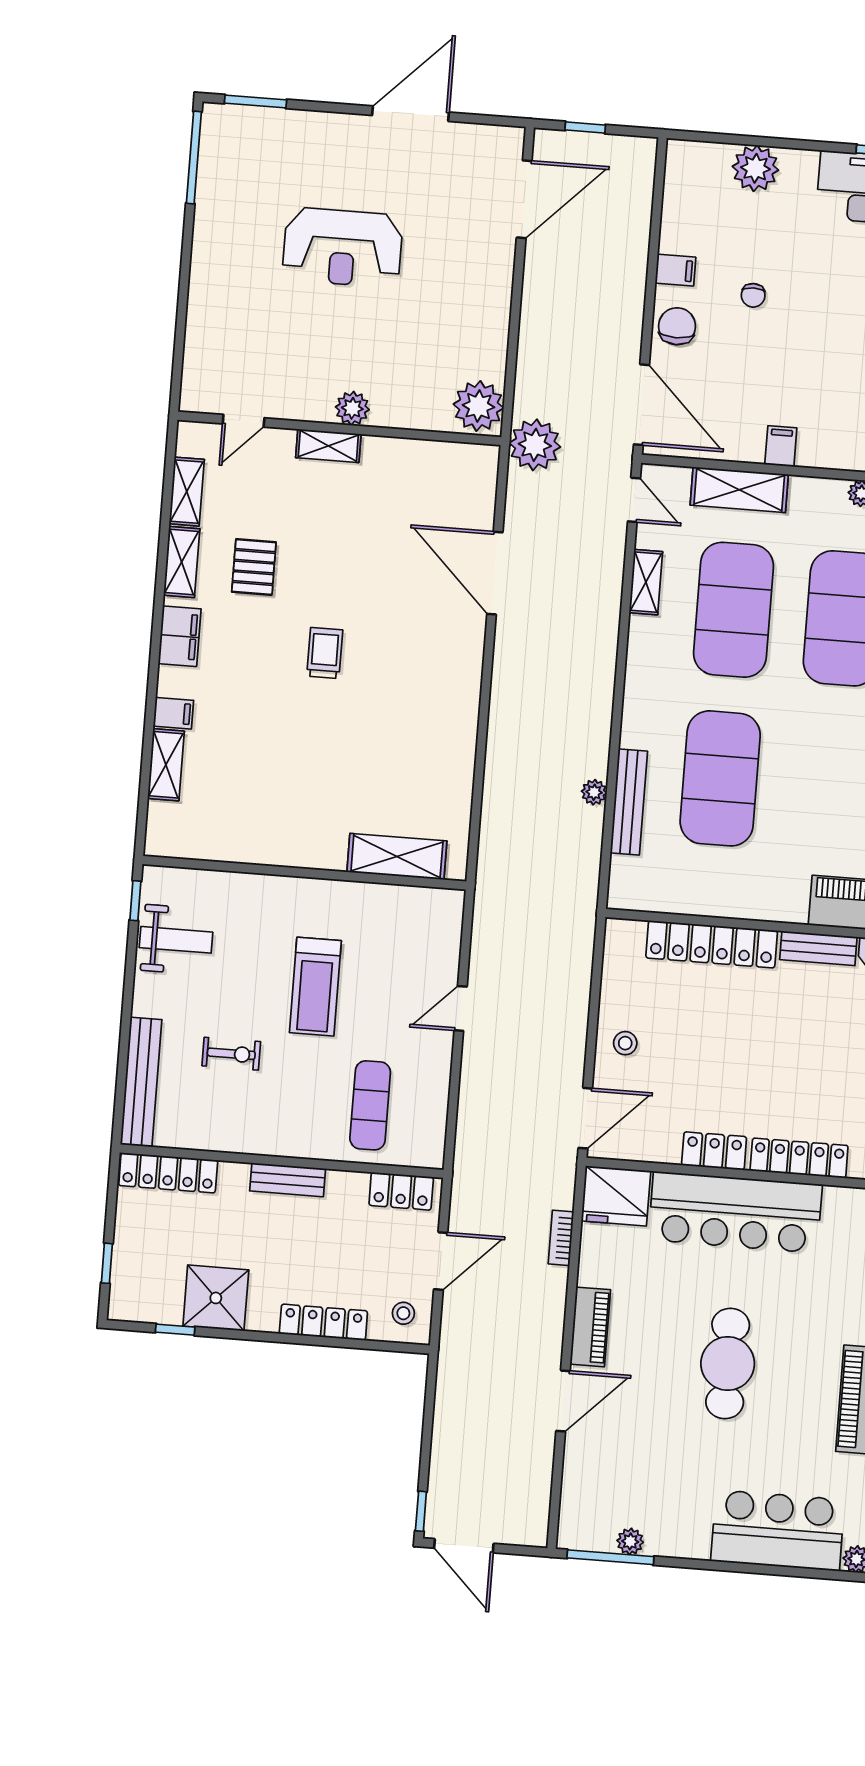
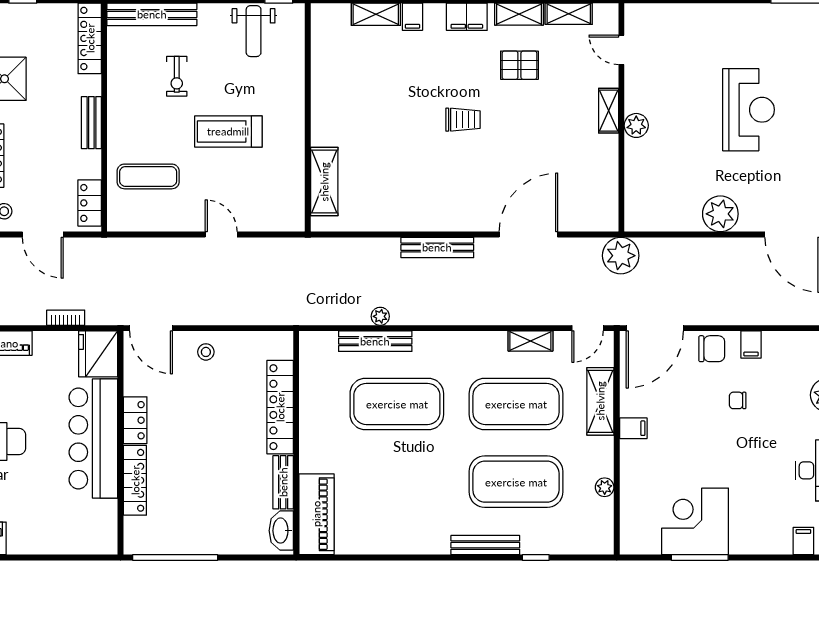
reception desk: (343, 247) -> (749, 110), turned 180
plant: (478, 406) -> (720, 214), moved
bench: (503, 704) -> (437, 247), added

